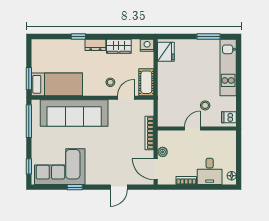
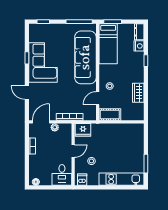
dresser: (95, 45) -> (139, 32), moved
nightstand: (147, 45) -> (139, 46), moved
fridge: (166, 52) -> (83, 130), moved
door: (126, 98) -> (98, 98), swing flipped
door: (193, 129) -> (73, 151), hinge flipped
corner sofa: (60, 167) -> (43, 63), moved
desk: (210, 171) -> (62, 175), moved, turned -90

